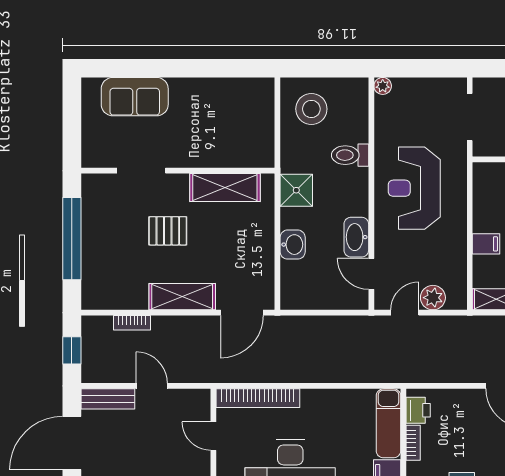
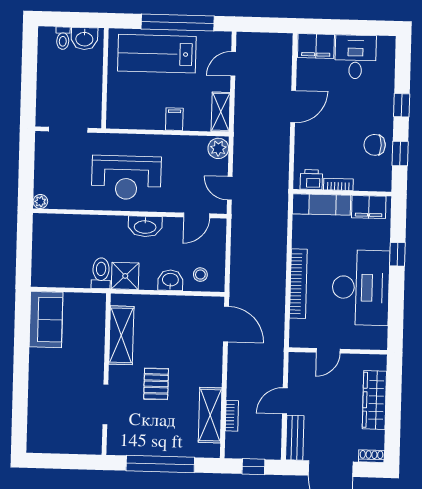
sofa: (135, 97) -> (46, 320), moved
stool: (311, 109) -> (200, 275), moved, width x0.53, depth x0.53
toilet: (350, 155) -> (101, 273), moved, turned 180
washbasin: (356, 237) -> (145, 226), moved
shelving: (182, 297) -> (210, 415), moved
plant: (433, 298) -> (218, 148), moved
bookcase: (258, 398) -> (298, 284), moved

